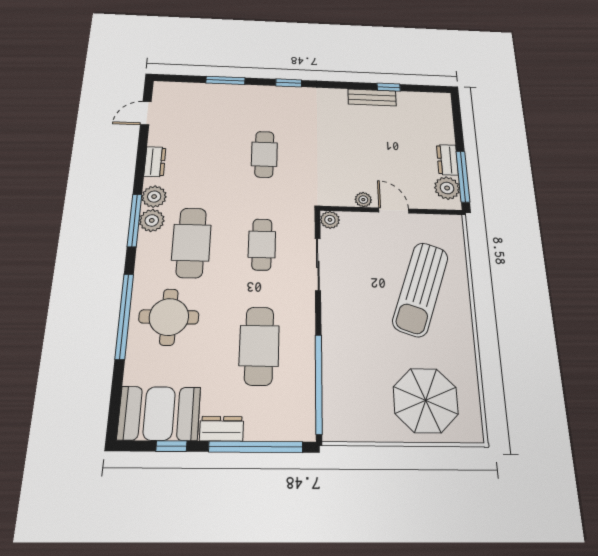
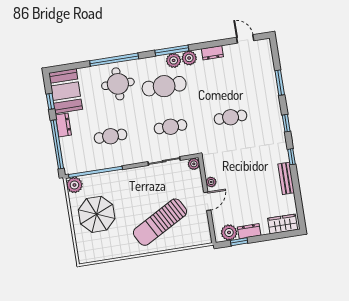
window: (389, 87) -> (291, 157), moved
wardrobe: (440, 114) -> (283, 224), added
window: (463, 177) -> (239, 242), width x0.46
sun lounger: (421, 289) -> (160, 222), turned -48
cafe table: (259, 346) -> (111, 136), width x0.73, depth x0.74
parasol: (426, 400) -> (97, 214), moved
plant: (337, 427) -> (74, 185), added

